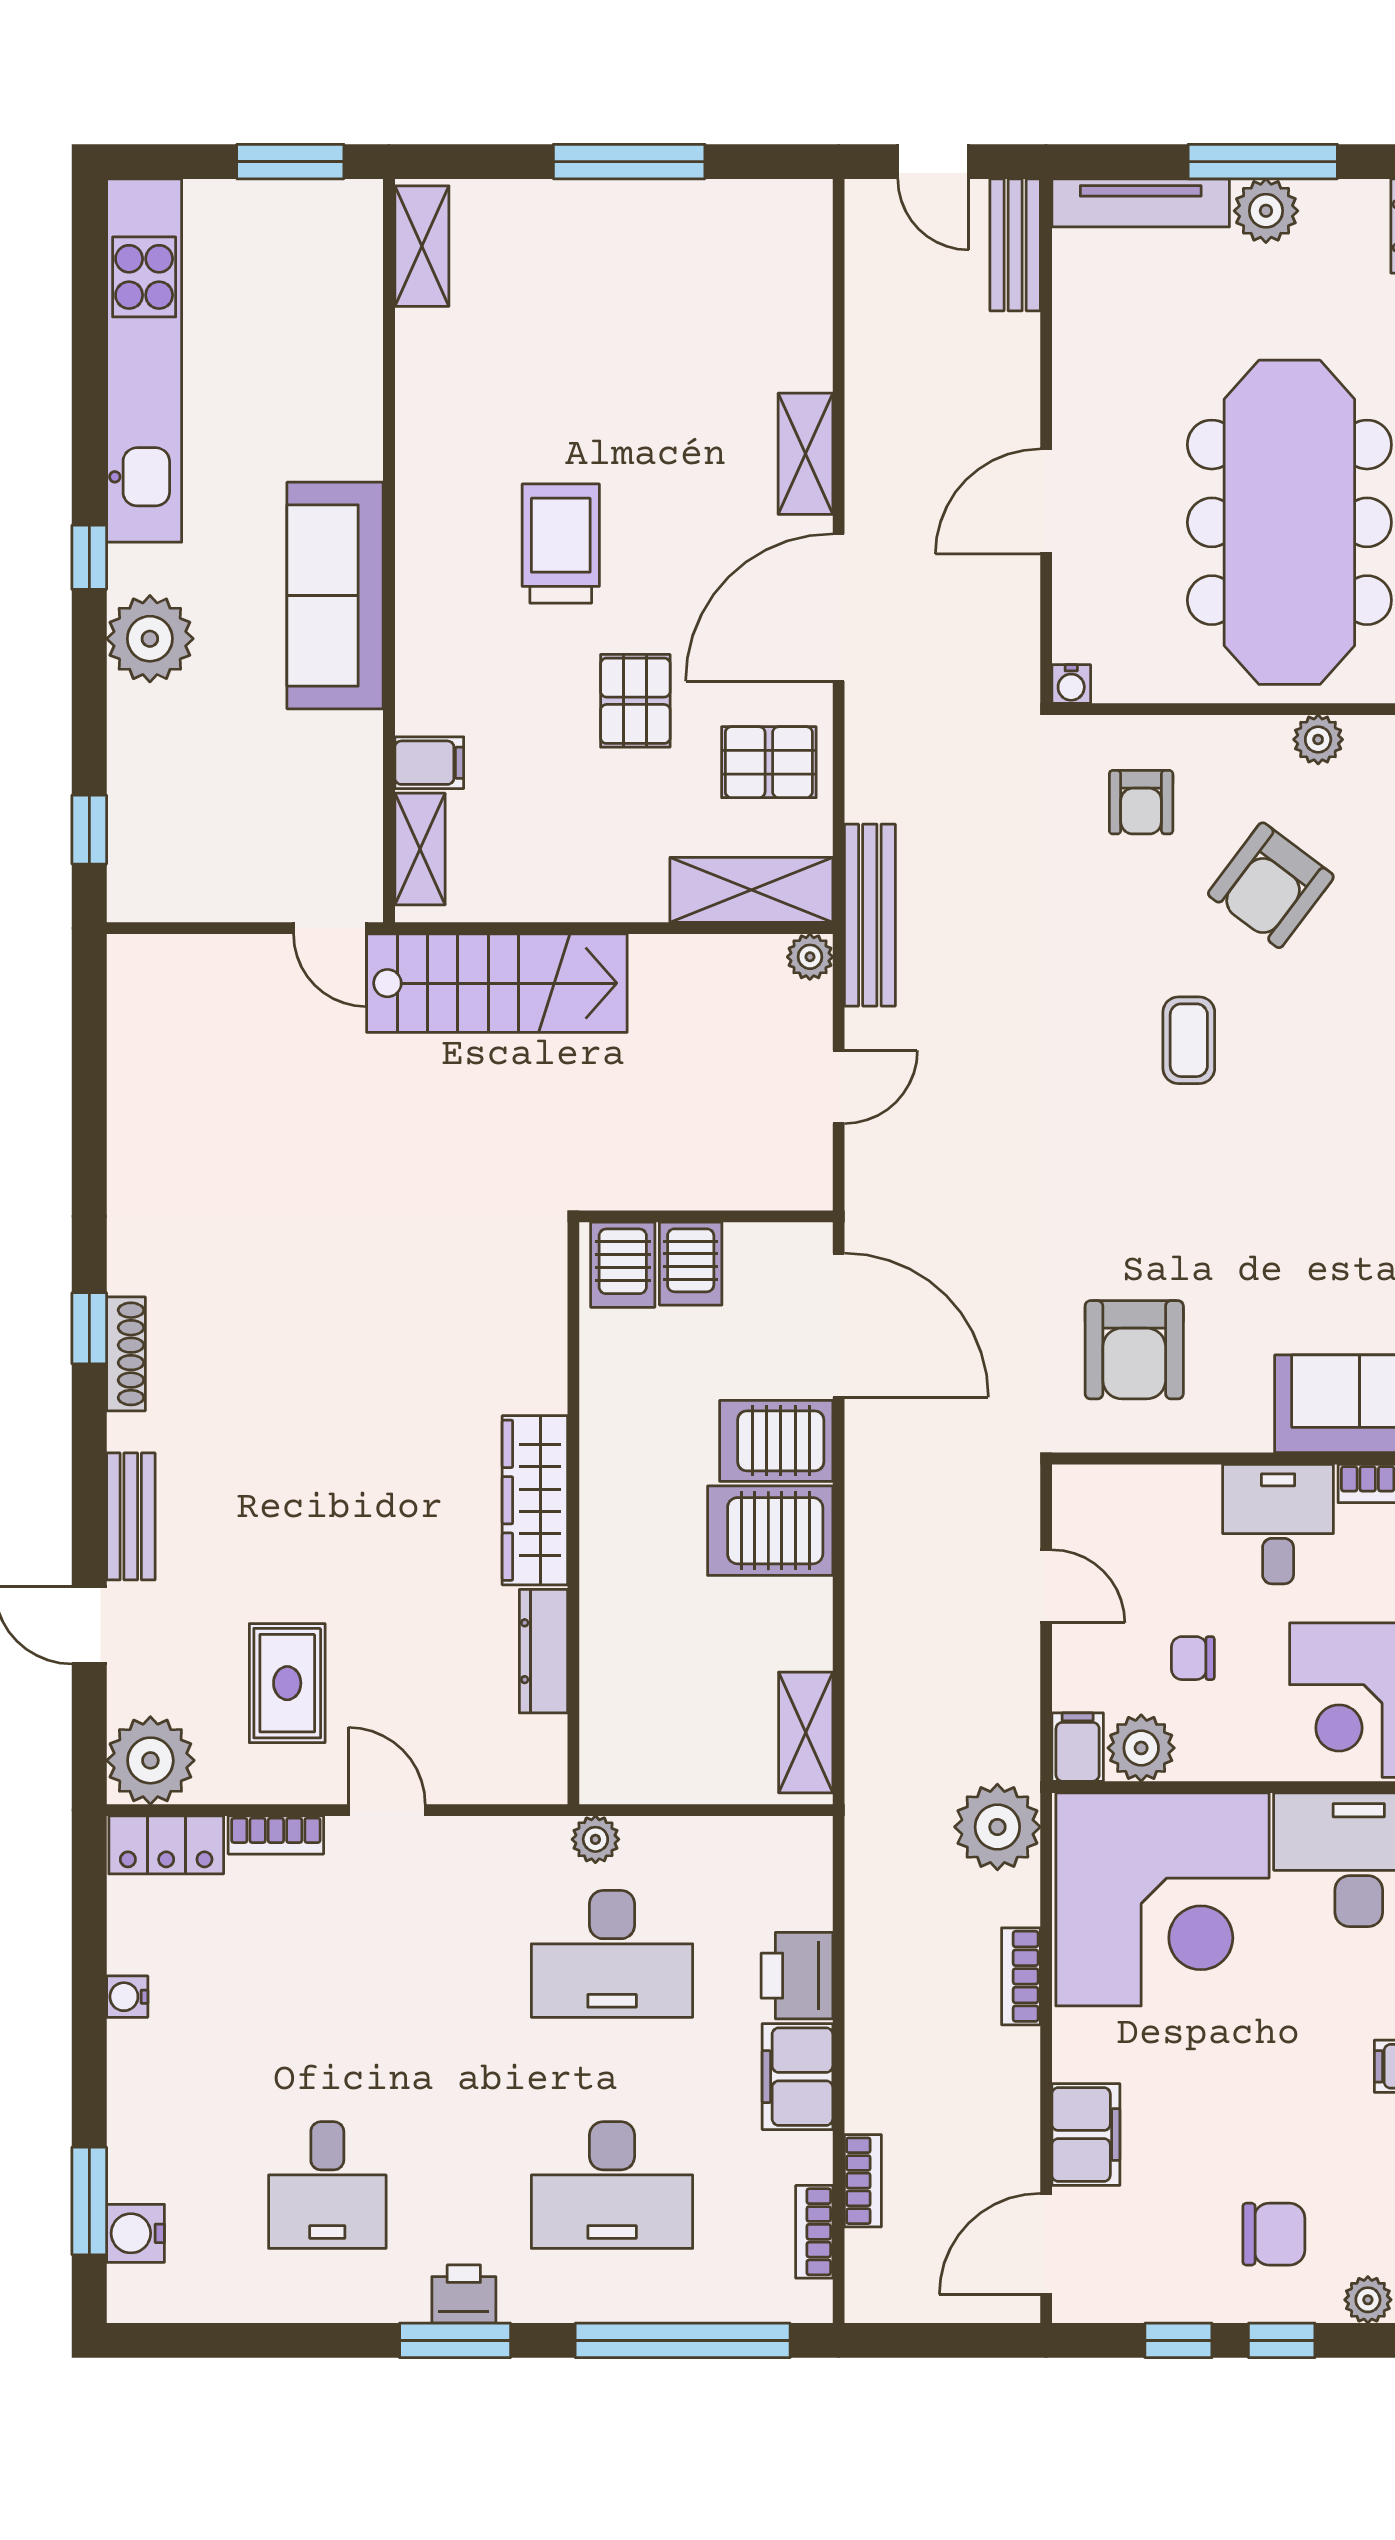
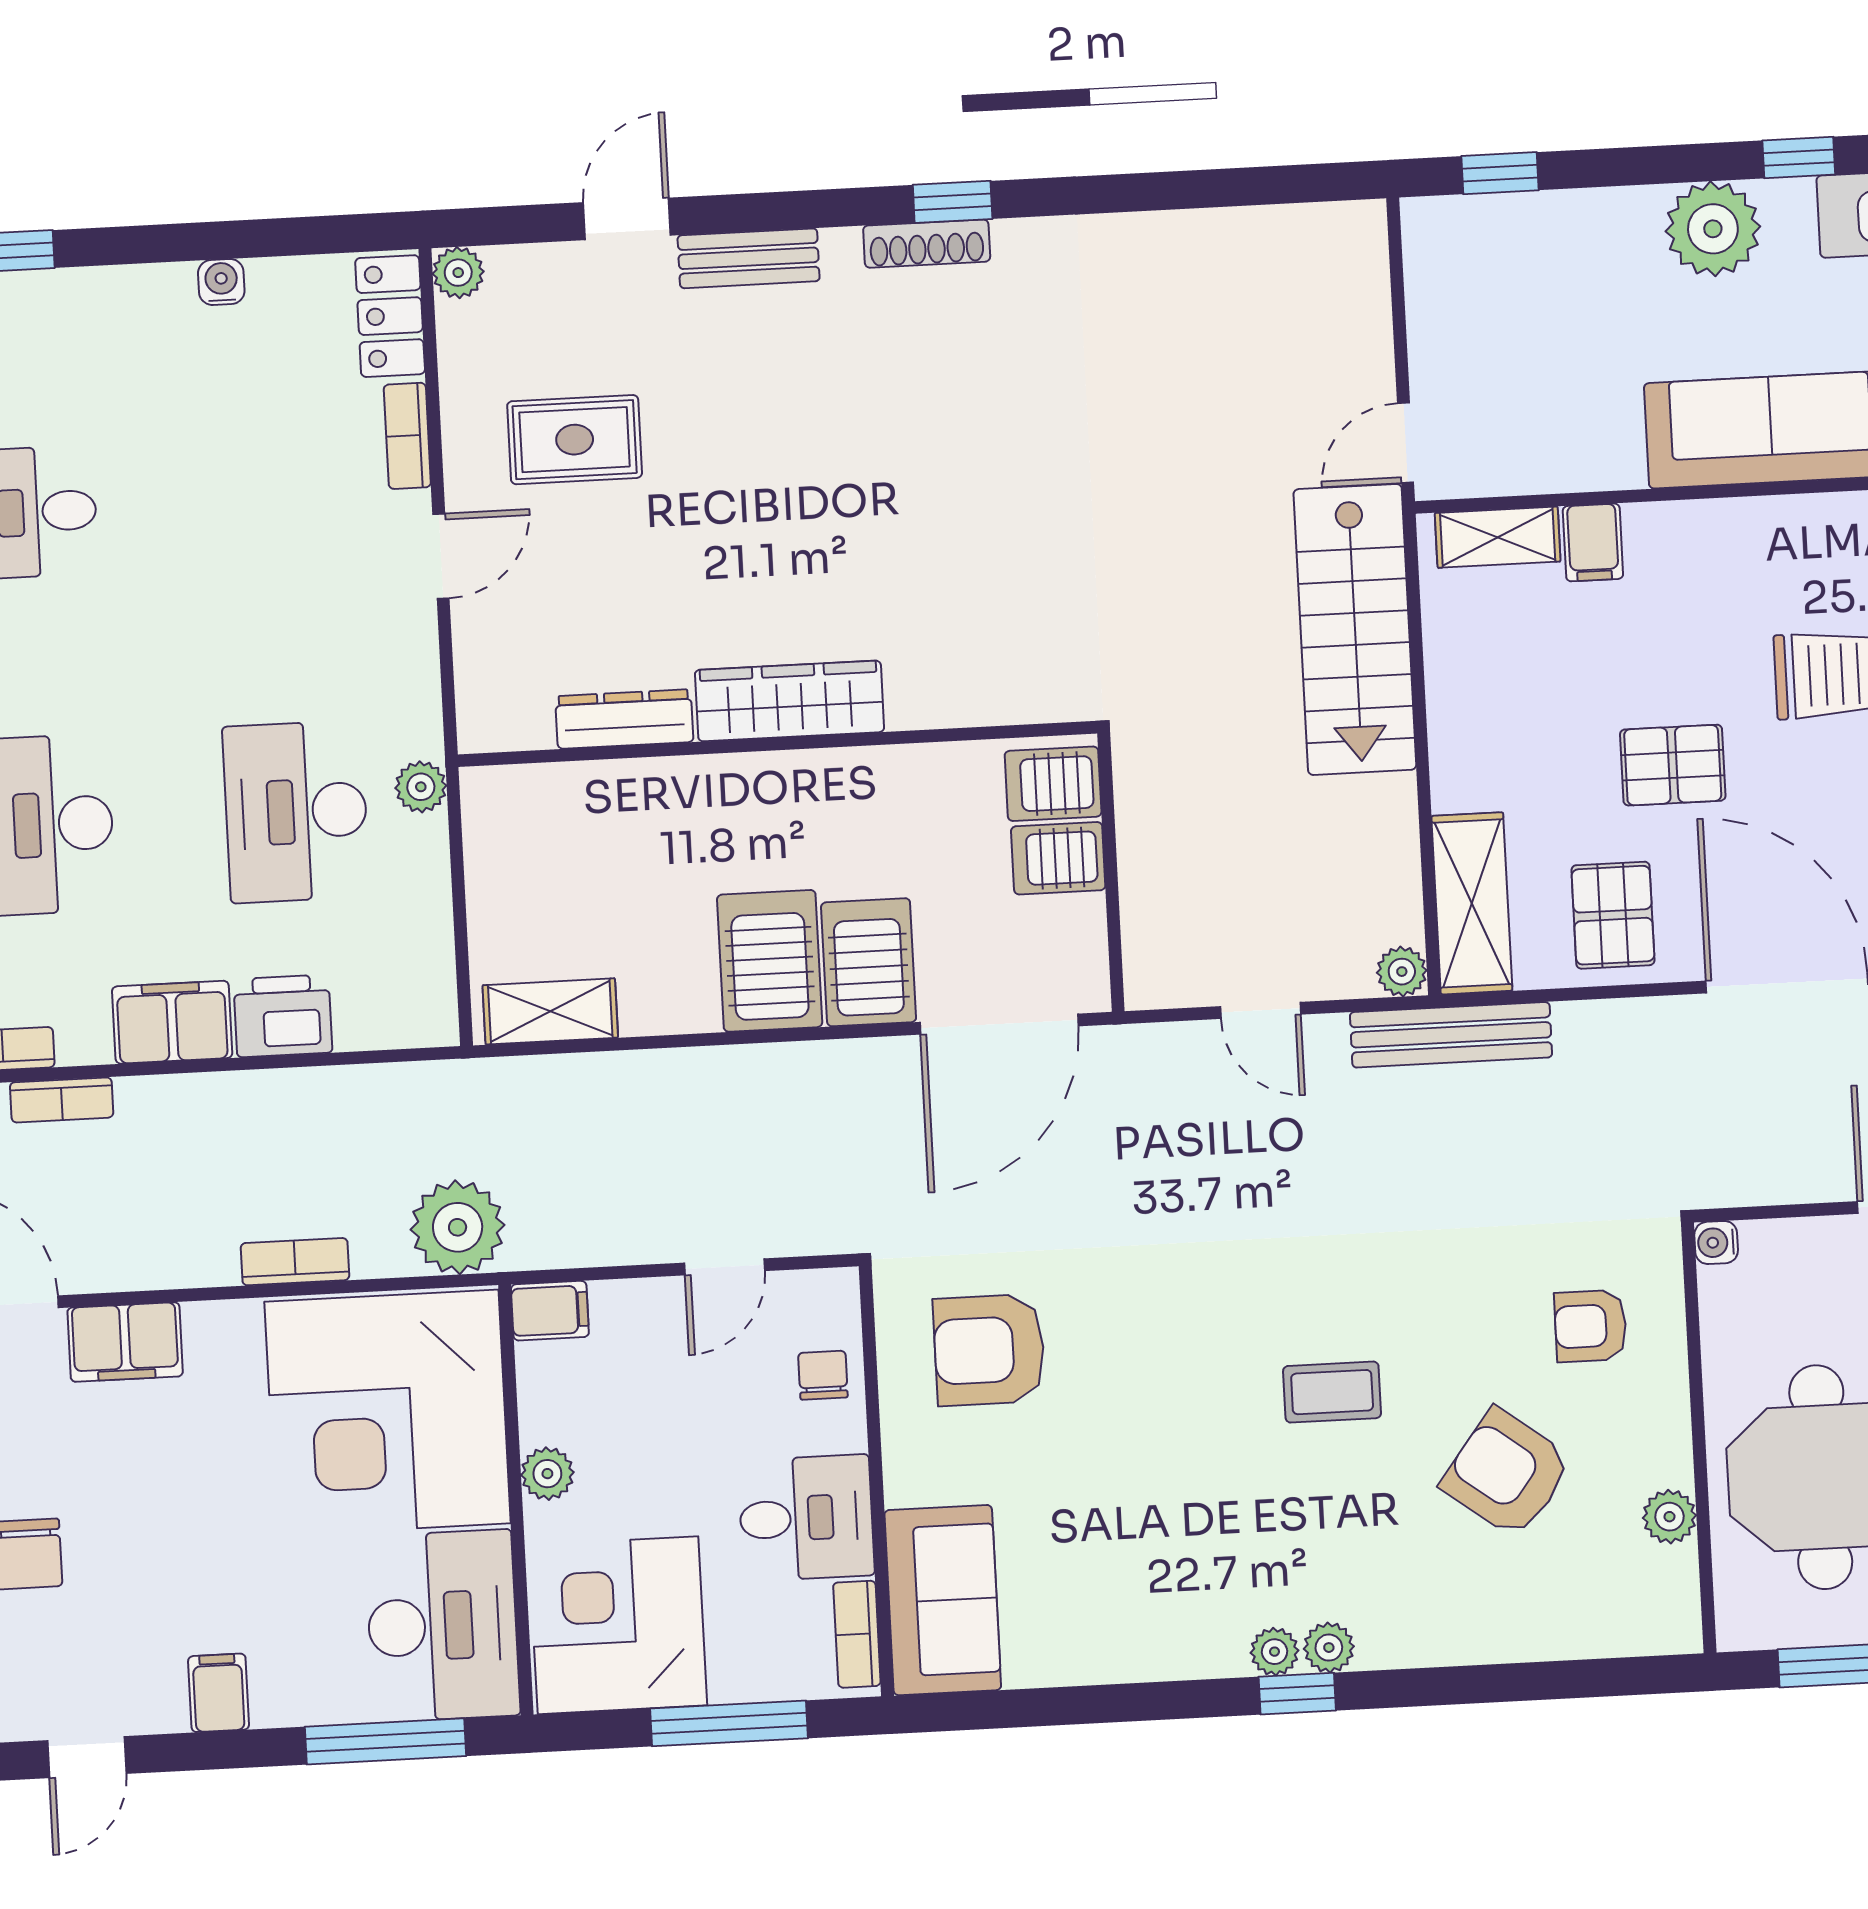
chair: (1193, 1658) -> (823, 1375), moved
plant: (1141, 1748) -> (547, 1474), moved, width x0.73, depth x0.73
plant: (150, 1760) -> (458, 273), width x0.53, depth x0.53

